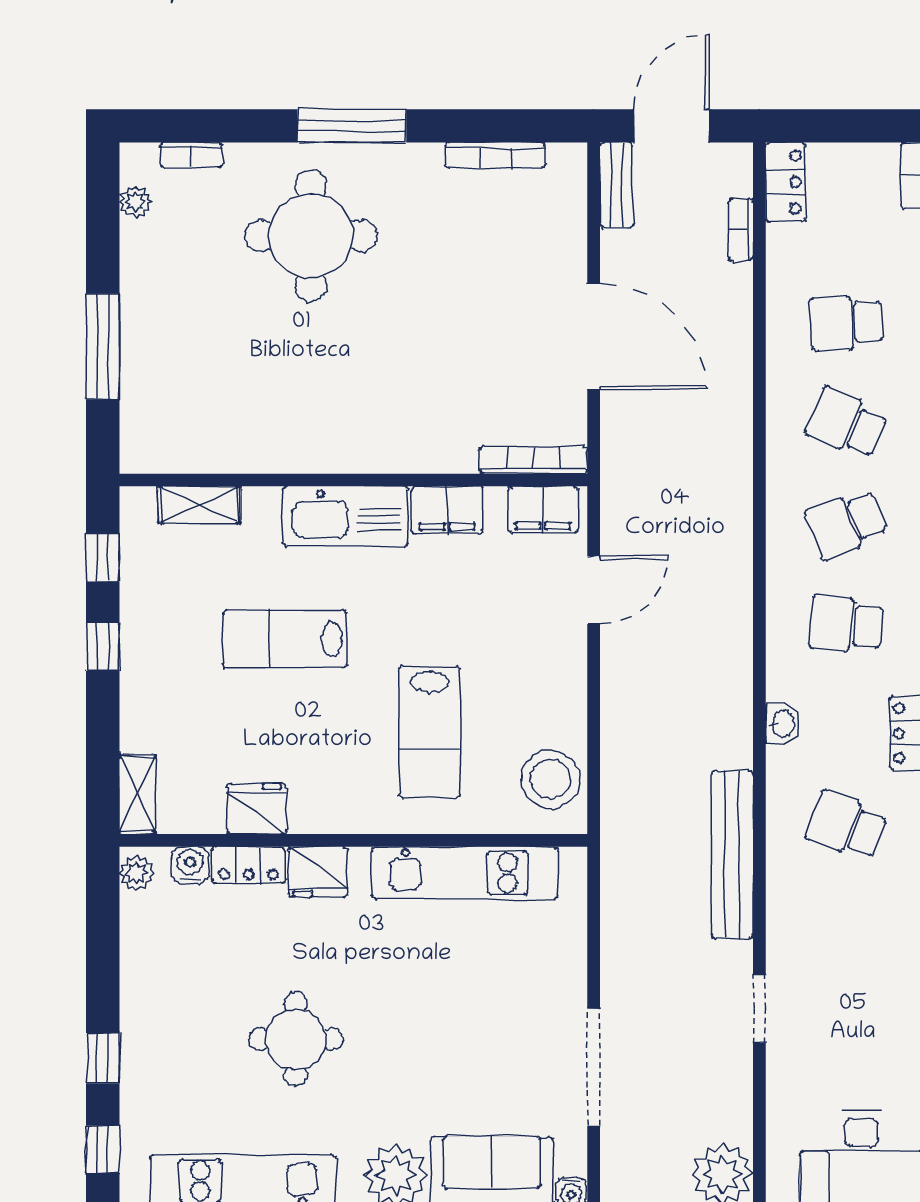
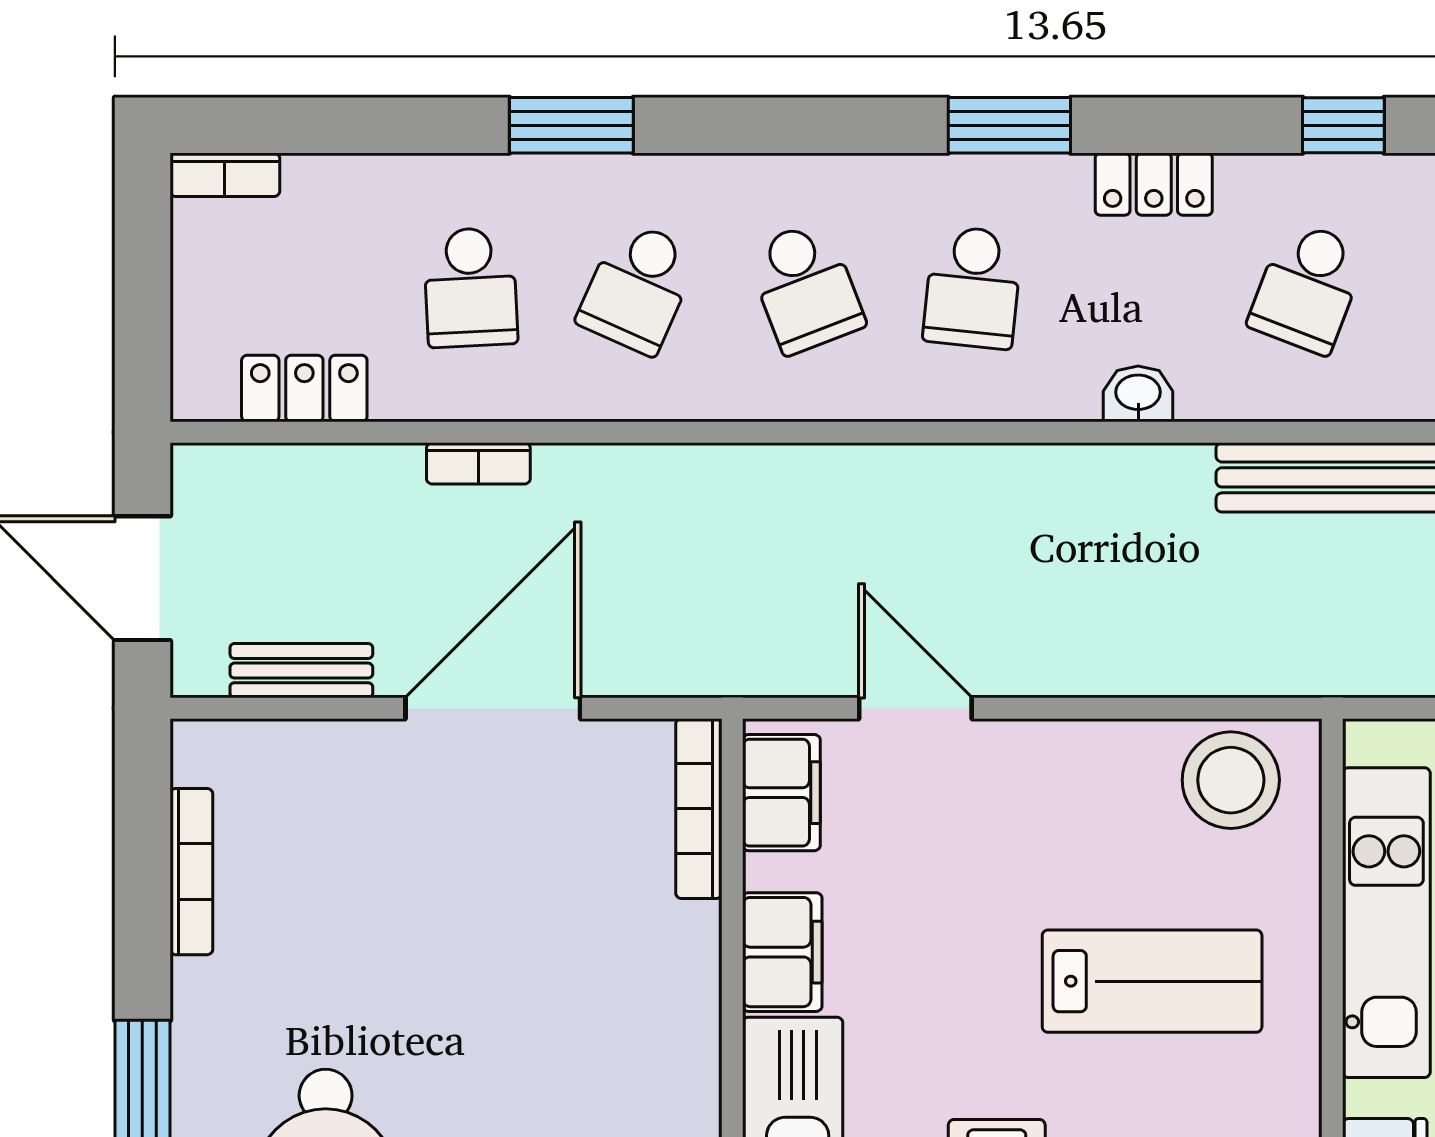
locker: (786, 182) -> (304, 388), moved
bench: (616, 185) -> (301, 671), moved
bookcase: (741, 230) -> (478, 463), moved

